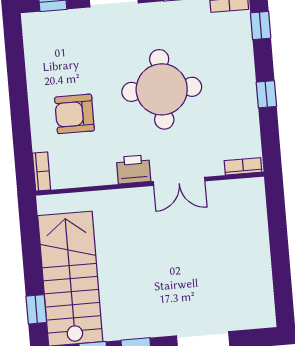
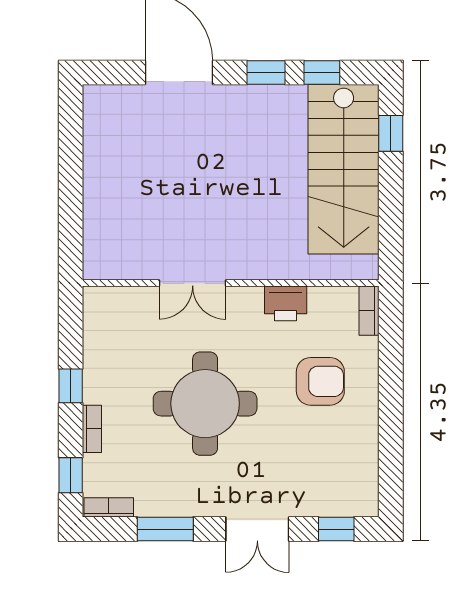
bookcase: (243, 166) -> (92, 429), moved, turned -90
printer: (134, 169) -> (286, 303), moved
double door: (179, 181) -> (193, 283), swing flipped

